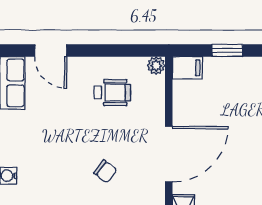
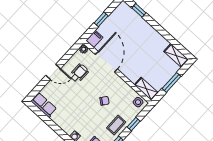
door: (51, 50) -> (53, 72), moved
door: (169, 154) -> (106, 62), moved

